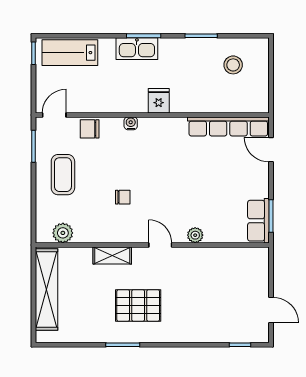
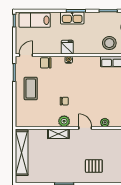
stool: (203, 93) -> (109, 43), added
fridge: (159, 101) -> (67, 47), moved
plant: (63, 233) -> (64, 121), moved
pallet: (138, 305) -> (94, 166), moved, width x0.67, depth x0.71

